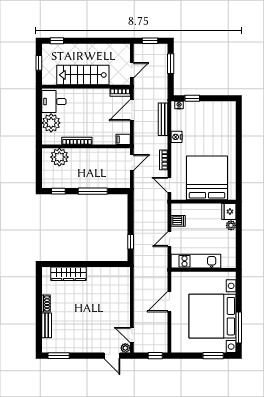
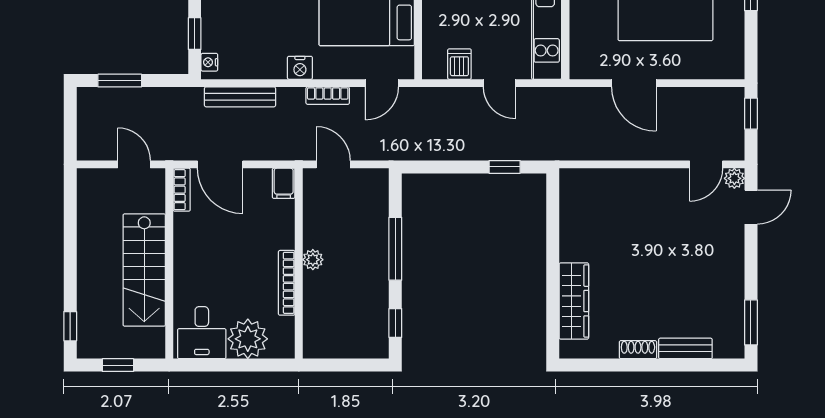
window: (150, 41) -> (70, 125), removed
nightstand: (176, 137) -> (300, 68), moved
plant: (59, 157) -> (313, 260), moved, width x0.53, depth x0.53

